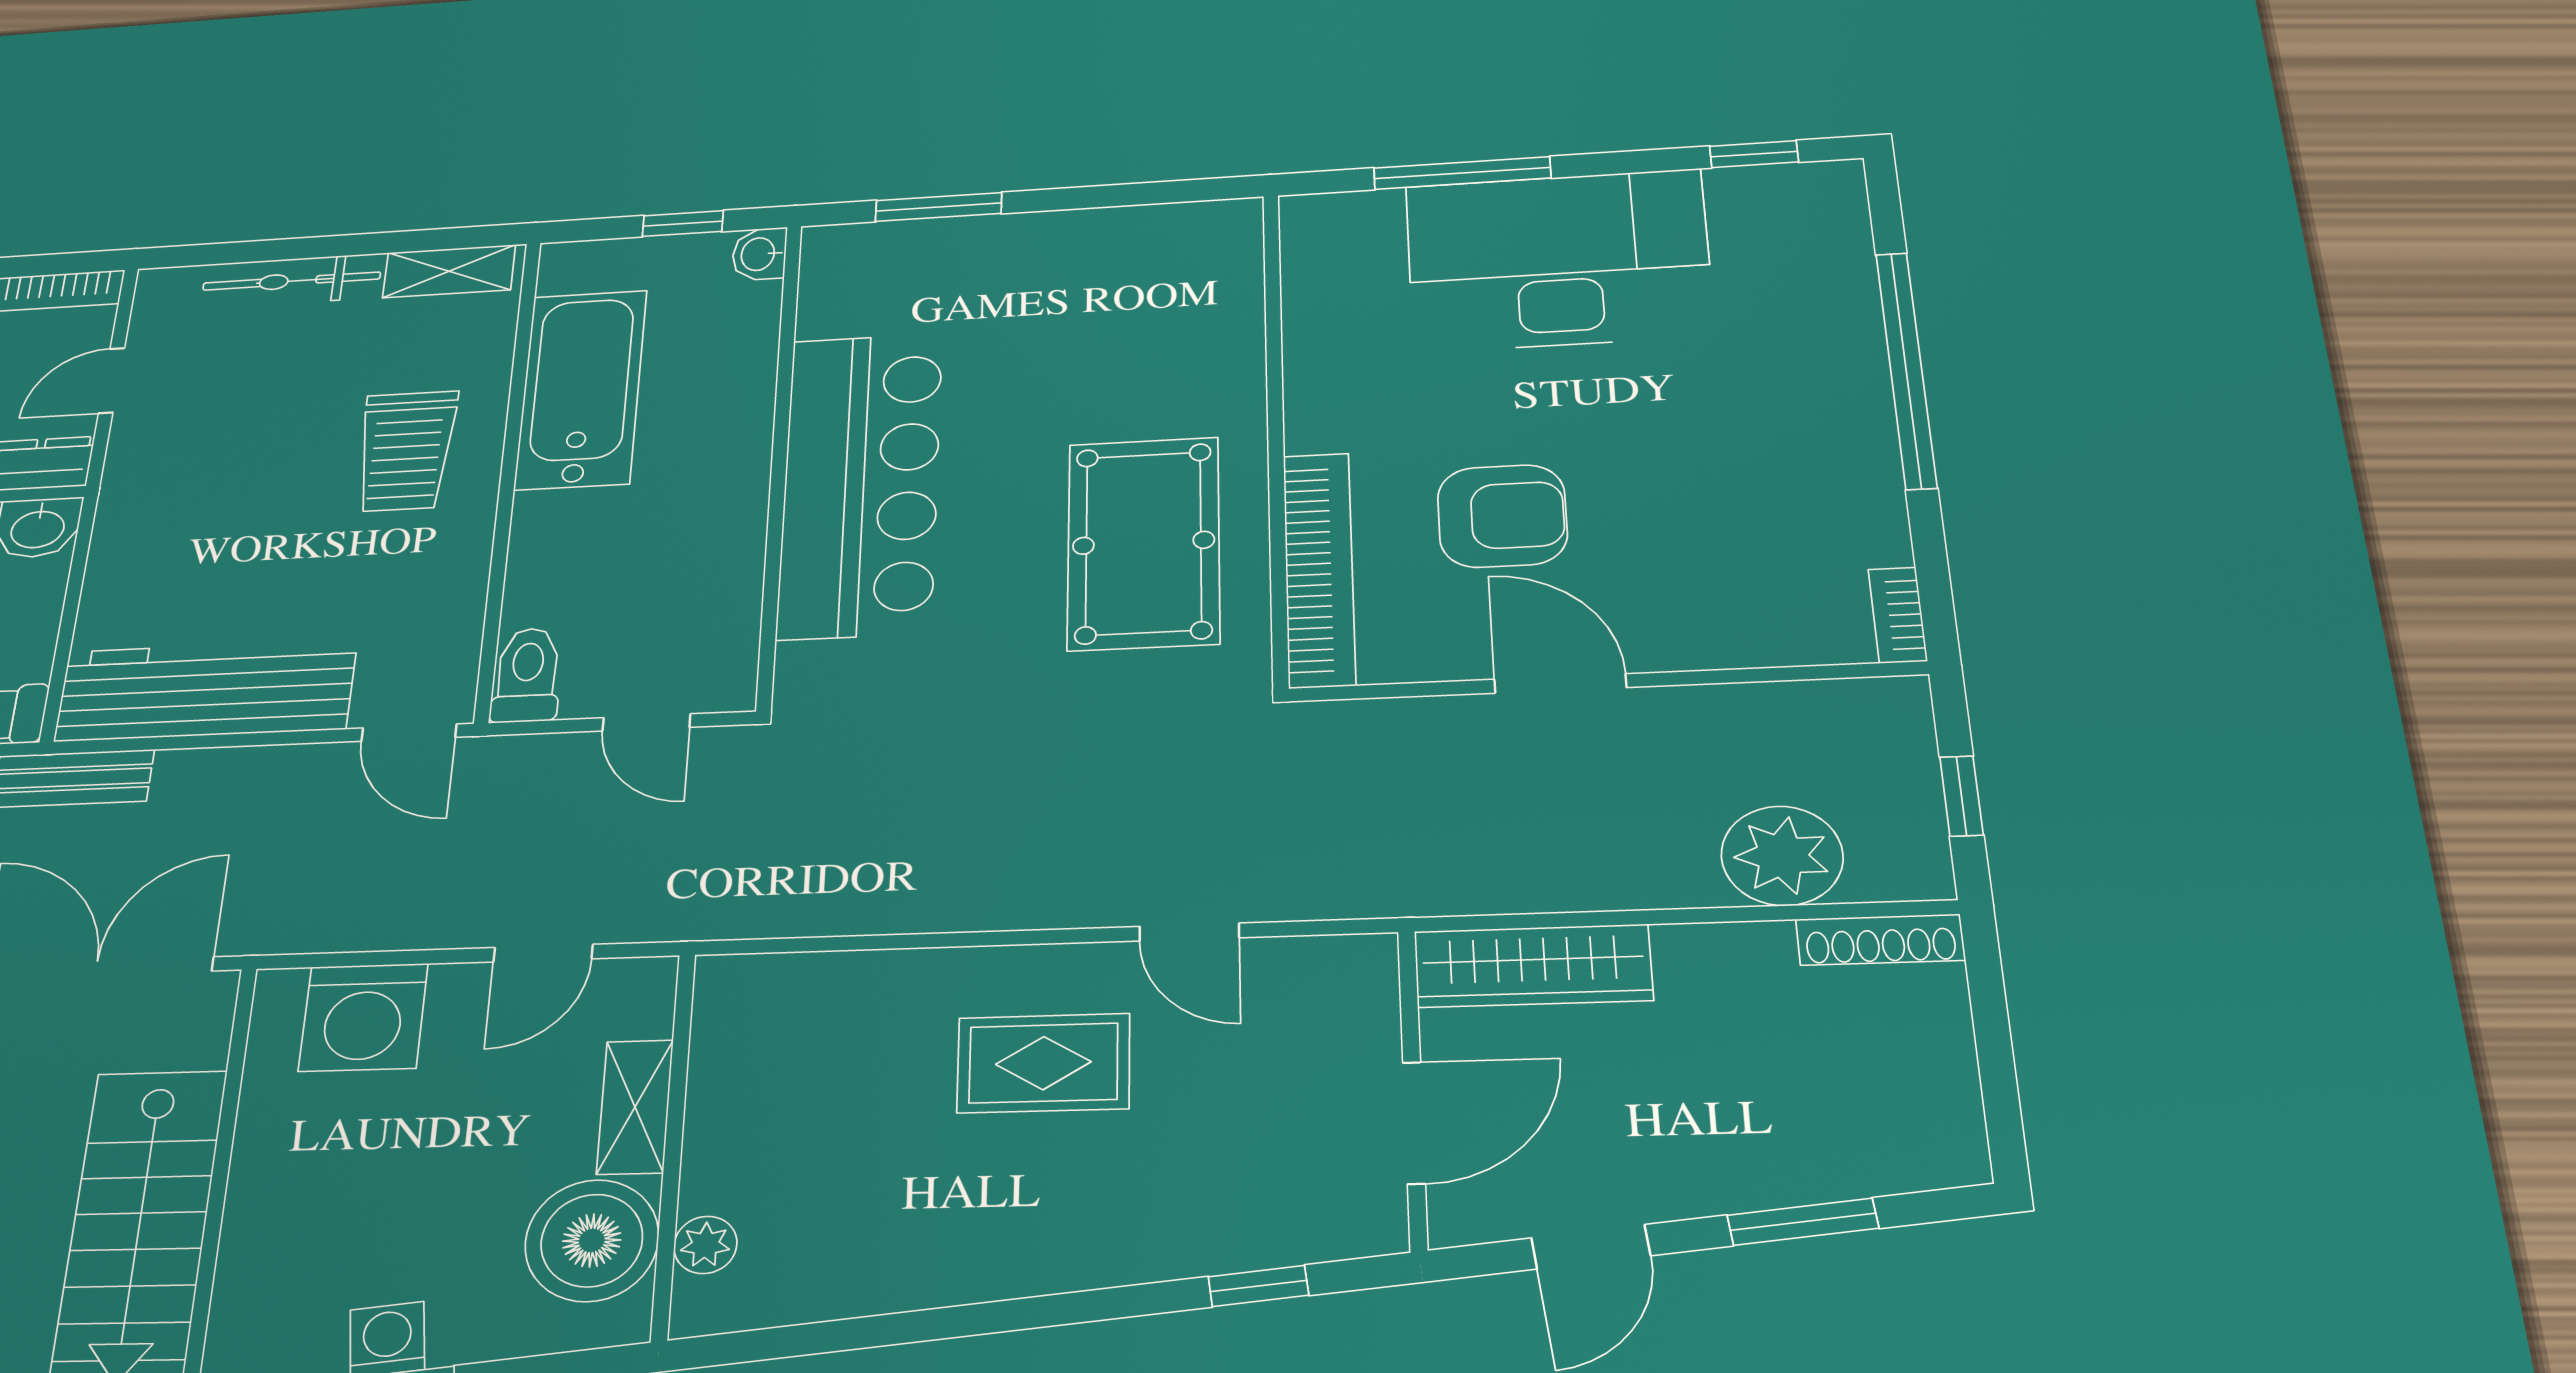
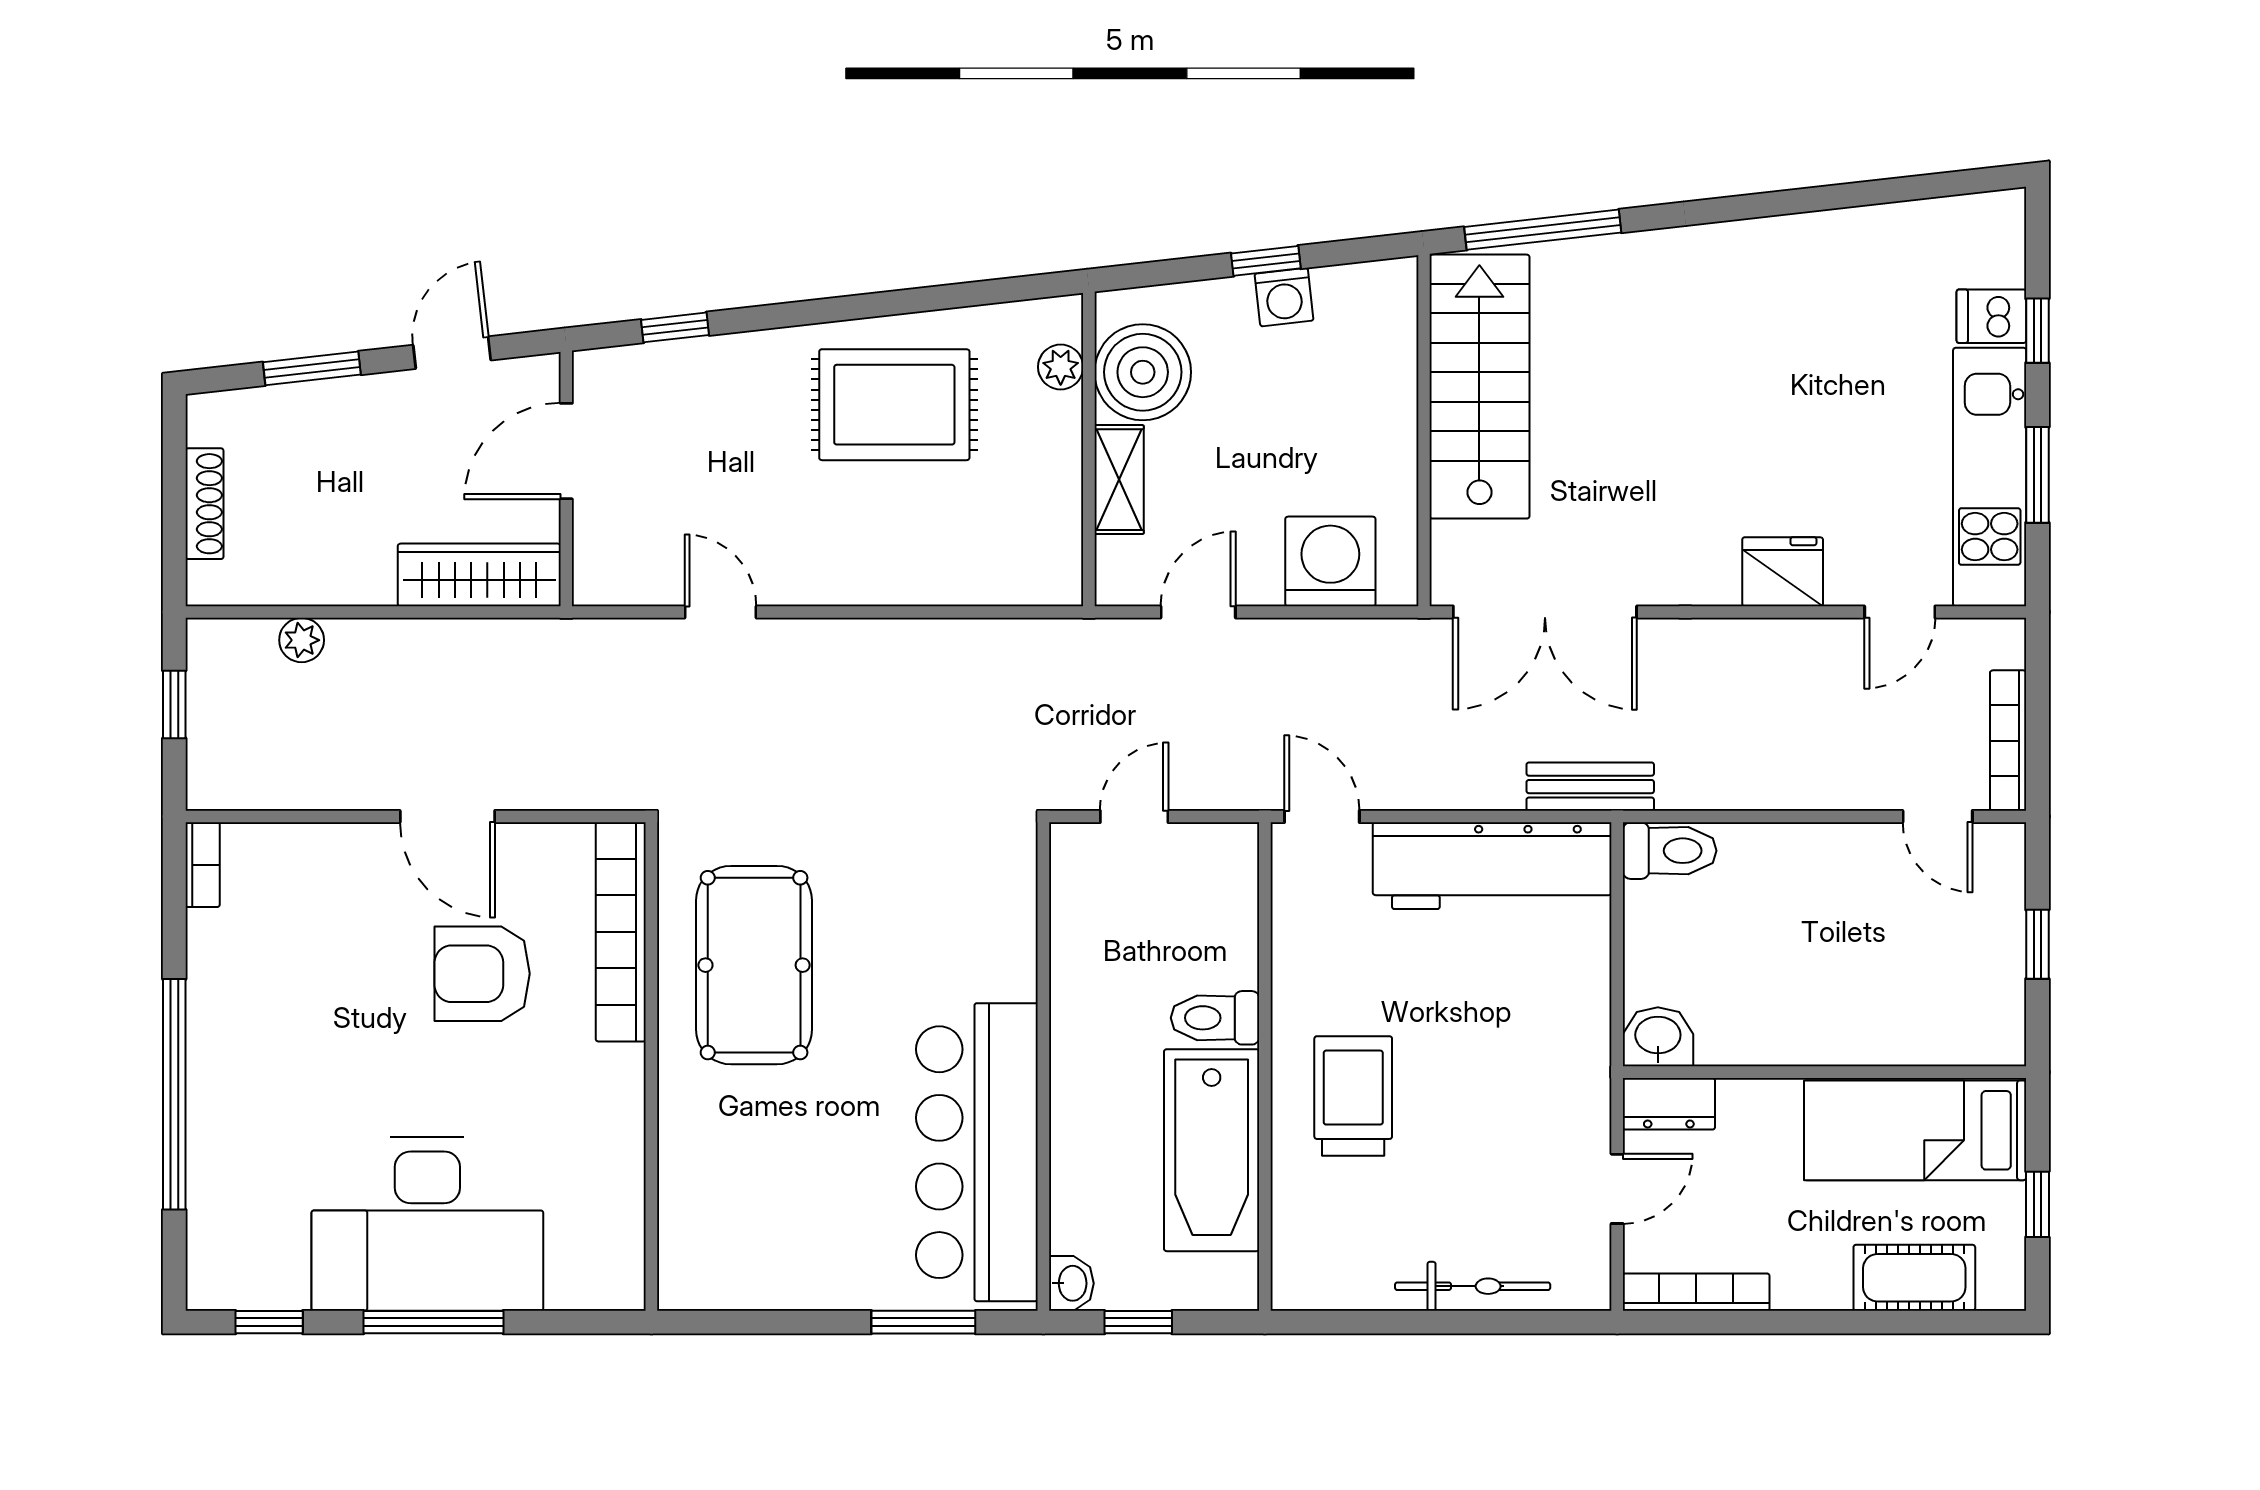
window: (1462, 173) -> (433, 1322), moved
shelving: (449, 271) -> (1336, 1286), removed
bar counter: (861, 484) -> (977, 1152), moved
toilet: (527, 675) -> (1215, 1018), moved, turned 90
door: (646, 722) -> (1134, 817), hinge flipped
plant: (1782, 856) -> (302, 640), width x0.53, depth x0.53
shoe rack: (1880, 940) -> (204, 504), moved, turned 90
rug: (1043, 1063) -> (894, 405), moved, width x1.36, depth x1.43

